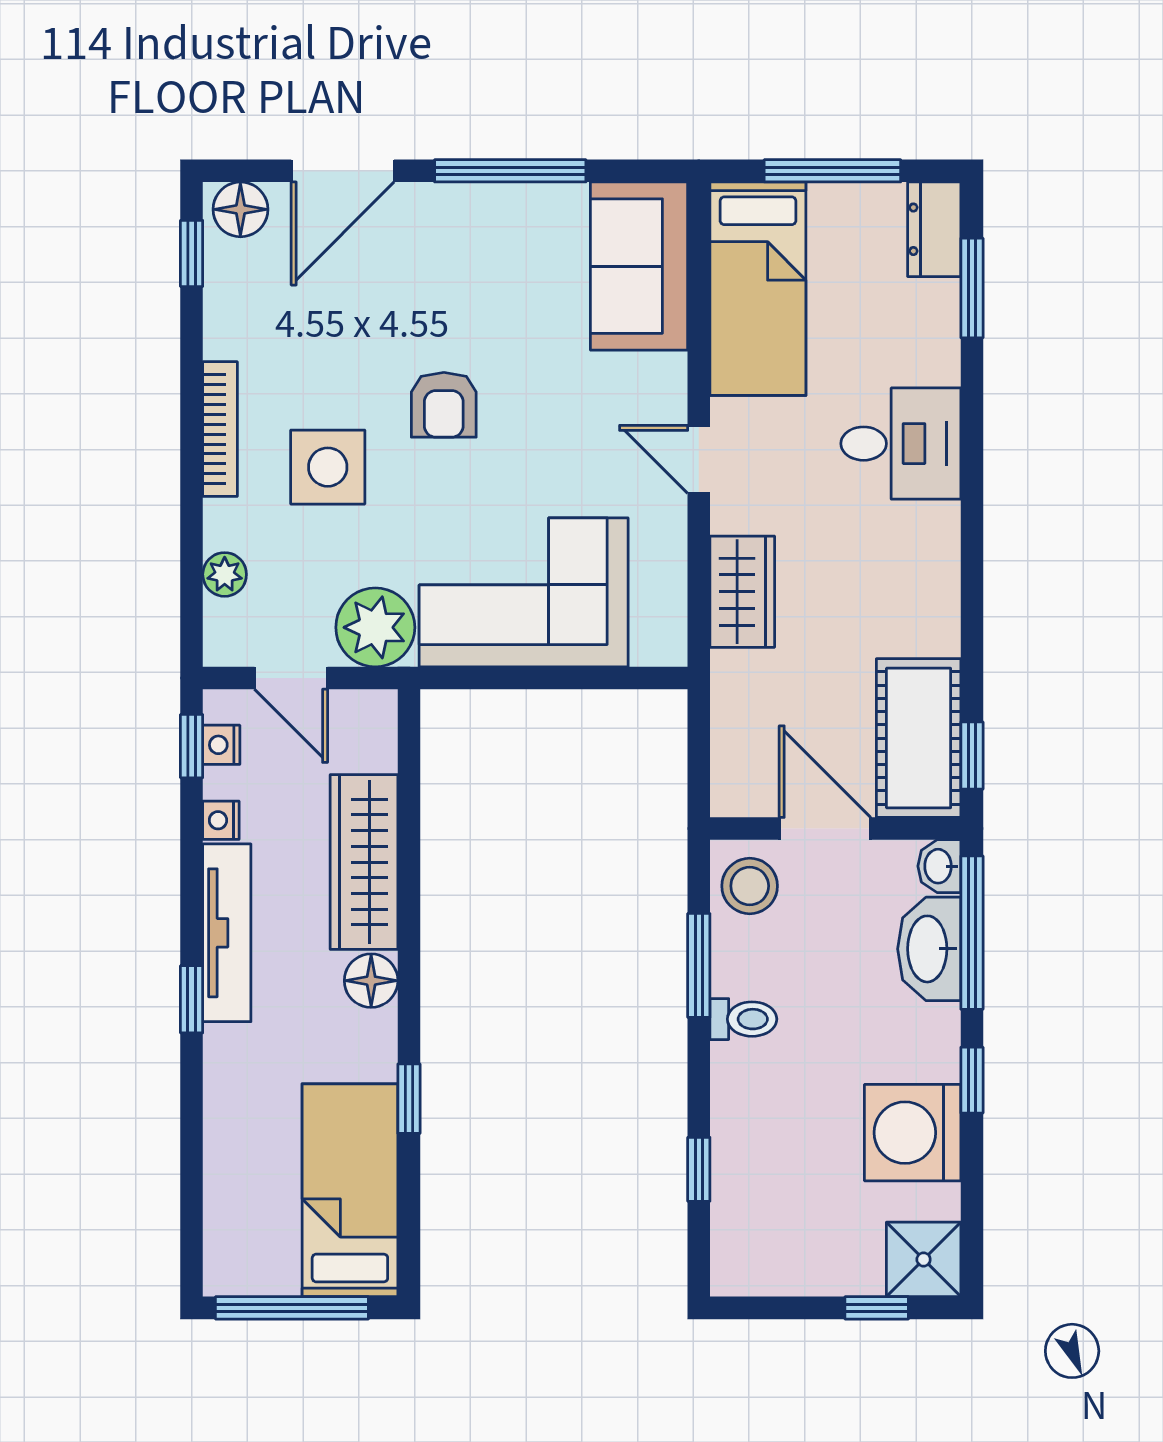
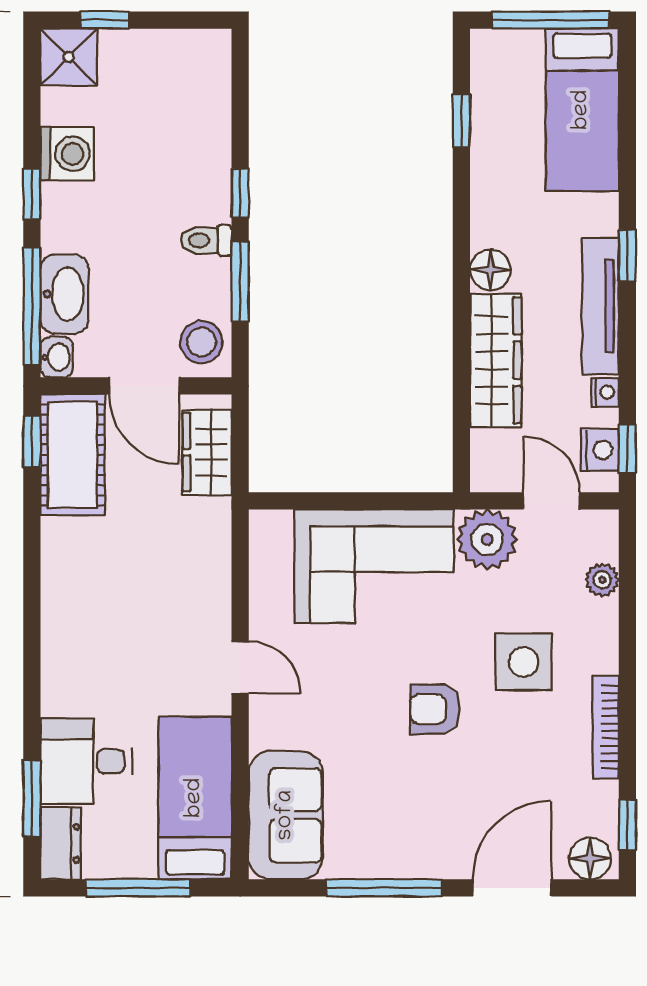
armchair: (444, 405) -> (435, 709), turned -90
bookcase: (220, 429) -> (606, 727), moved
desk: (901, 444) -> (86, 761), moved
wardrobe: (742, 592) -> (207, 452), moved
nightstand: (221, 745) -> (600, 450), width x1.39, depth x1.35
window: (409, 1099) -> (461, 121), moved
washing machine: (913, 1133) -> (67, 154), width x0.73, depth x0.73
window: (699, 1169) -> (240, 193), moved
bed: (350, 1190) -> (582, 110), moved

